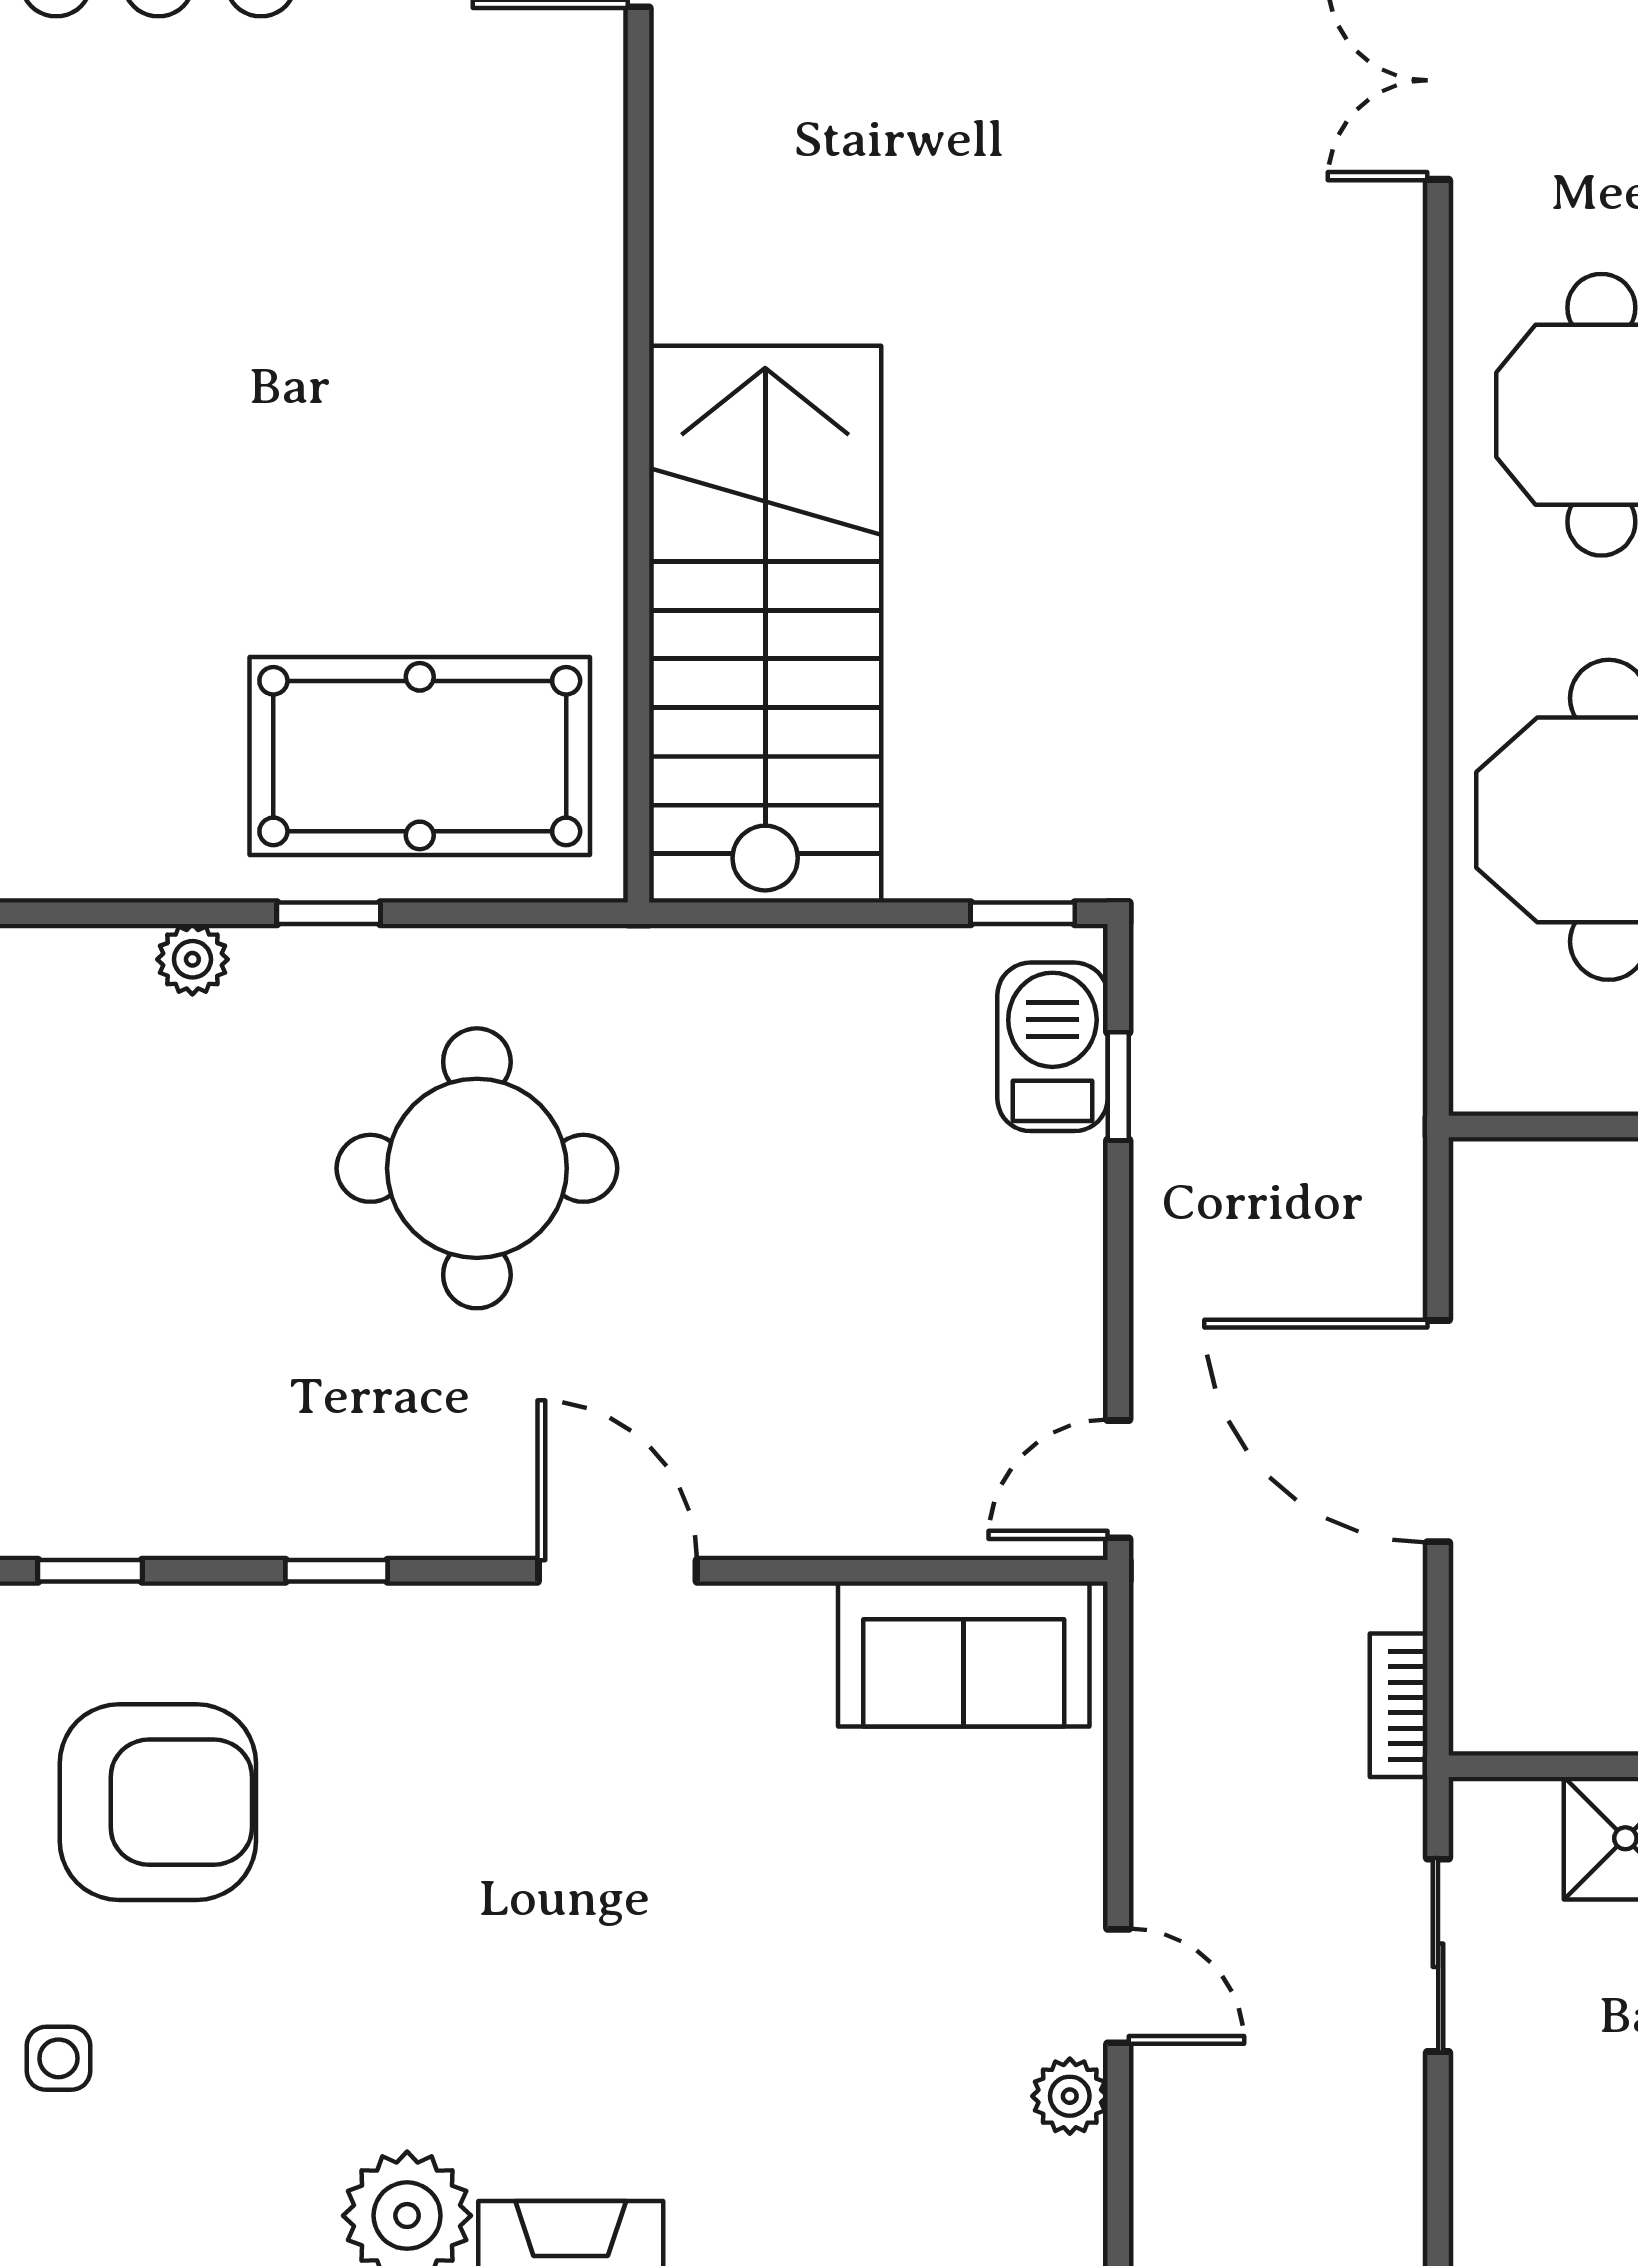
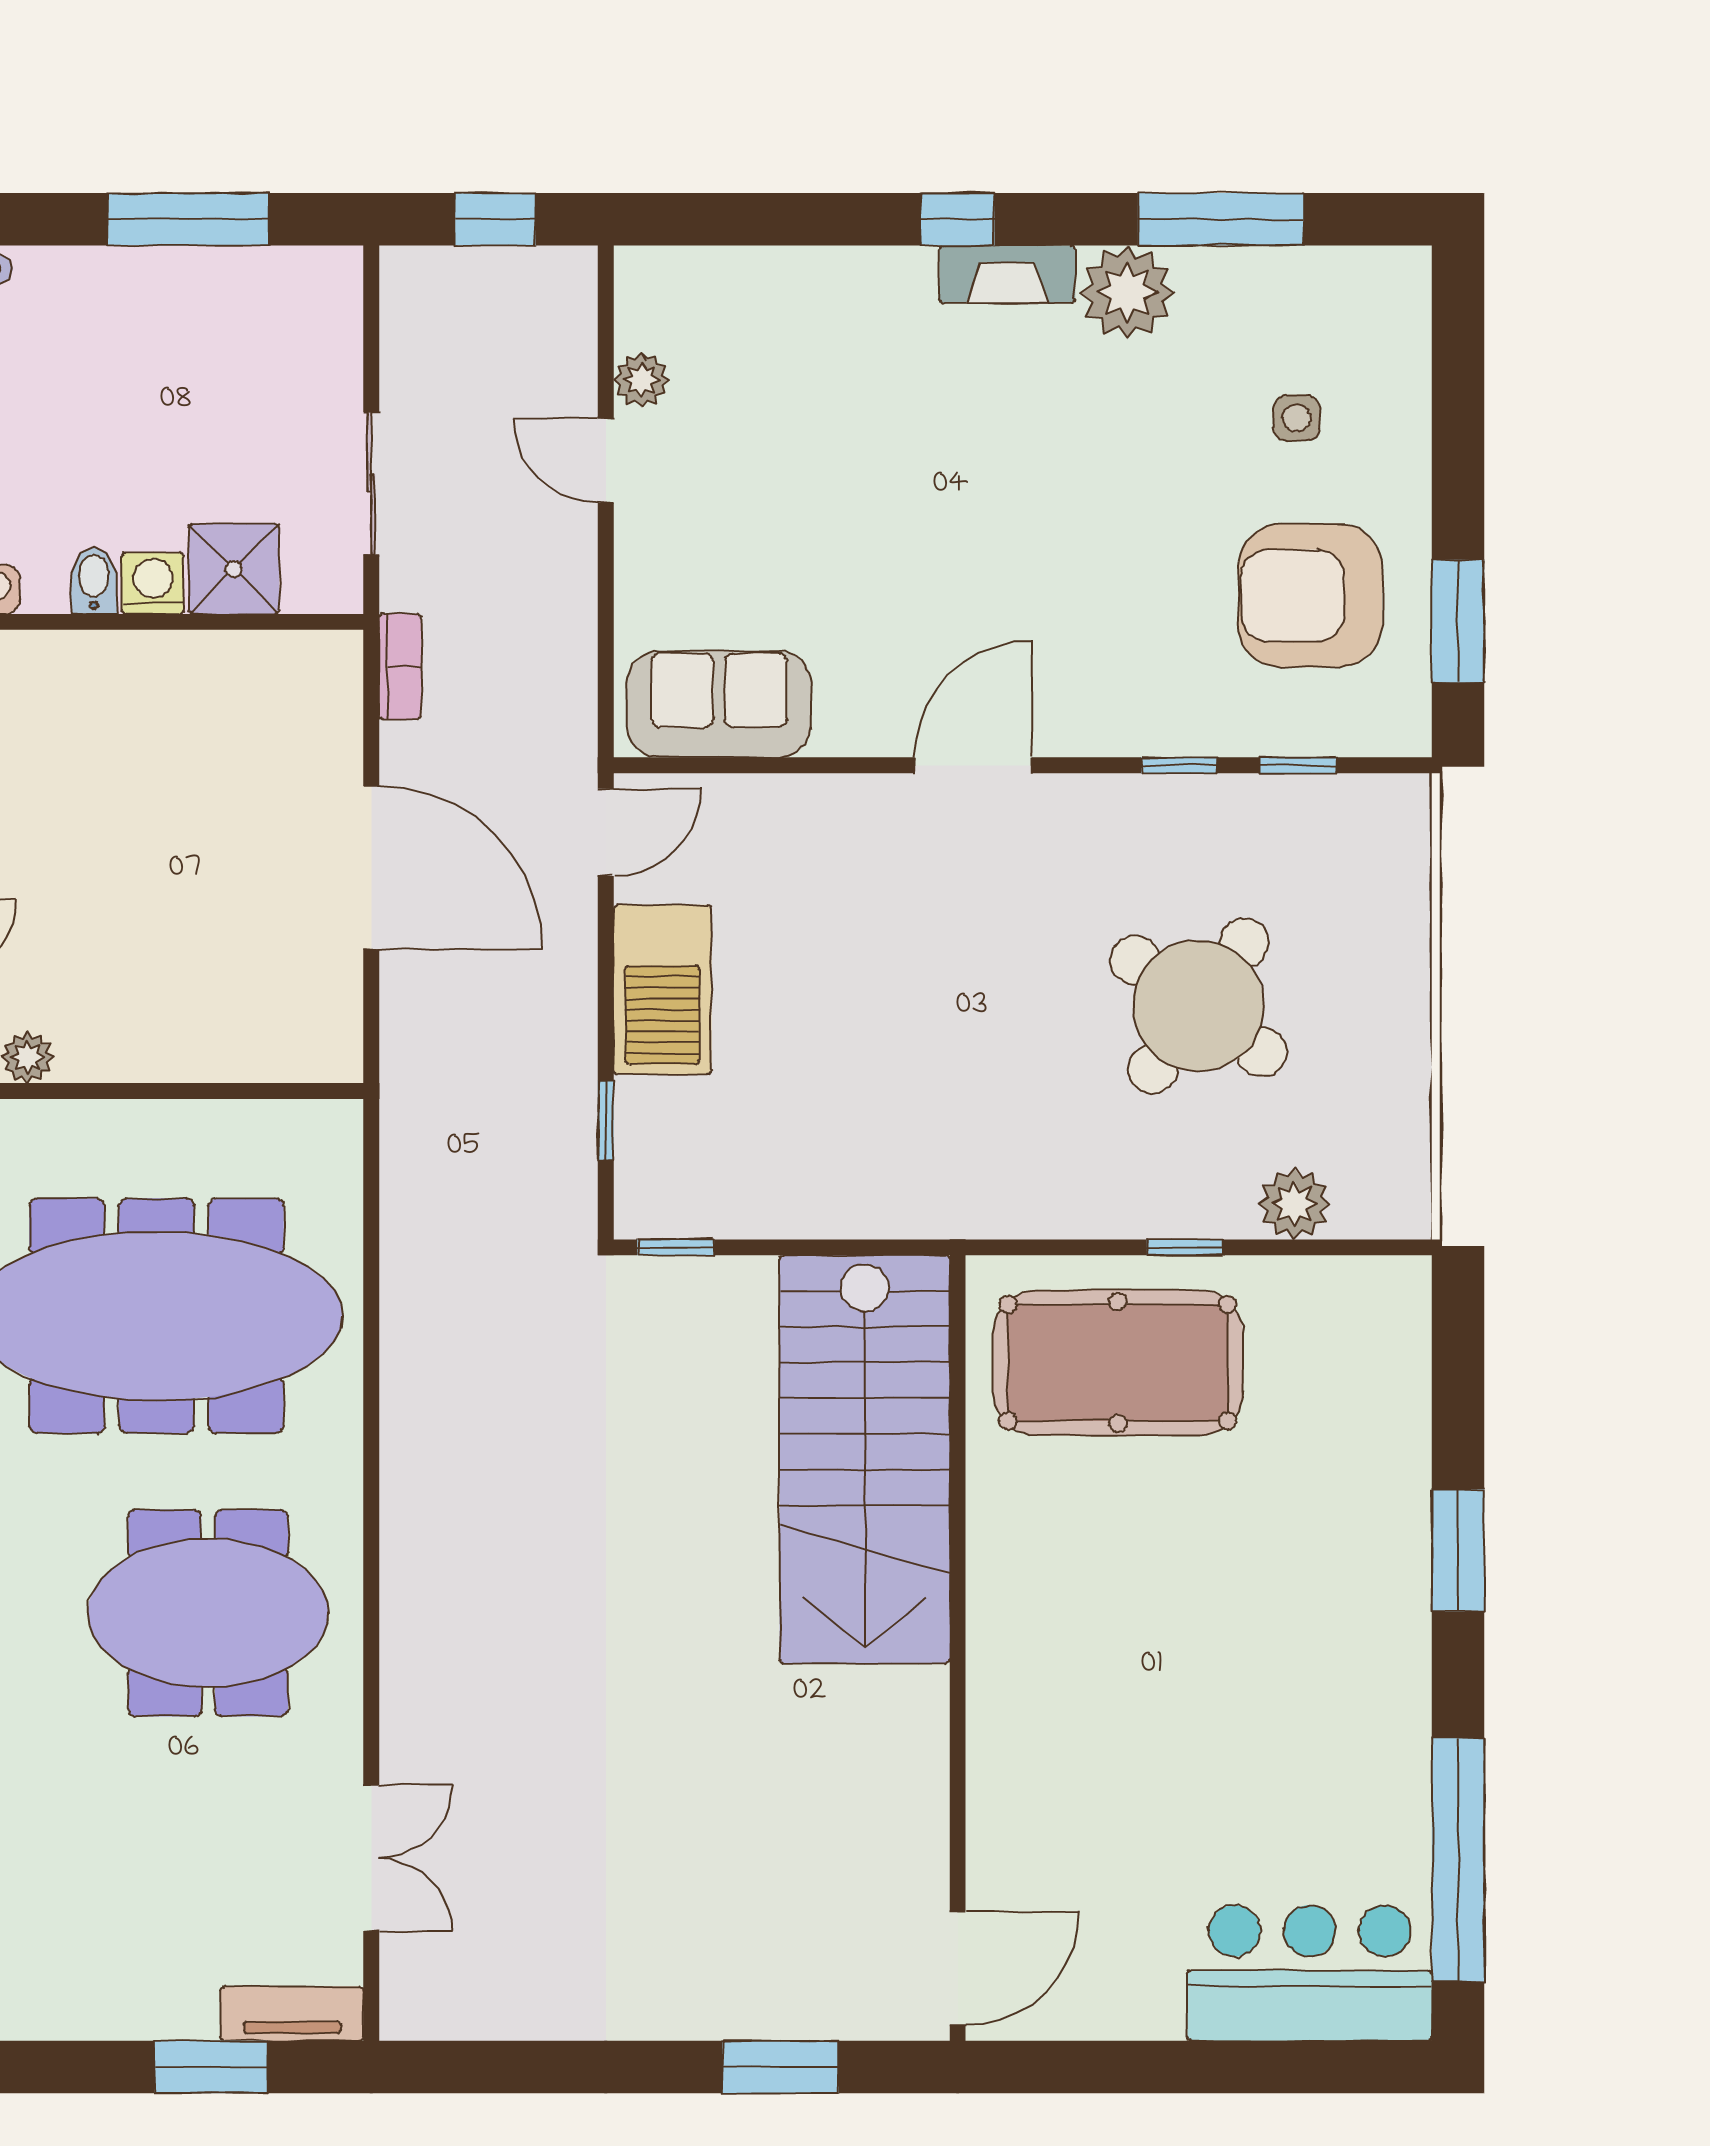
plant: (192, 959) -> (1294, 1204), width x1.38, depth x1.38
barbecue: (1052, 1047) -> (662, 990), moved, width x1.37, depth x1.21
round table: (477, 1168) -> (1198, 1006), moved, turned 36
window: (90, 1571) -> (1298, 765), moved
door: (617, 1571) -> (973, 765), swing flipped
side table: (58, 2058) -> (1297, 418), moved

